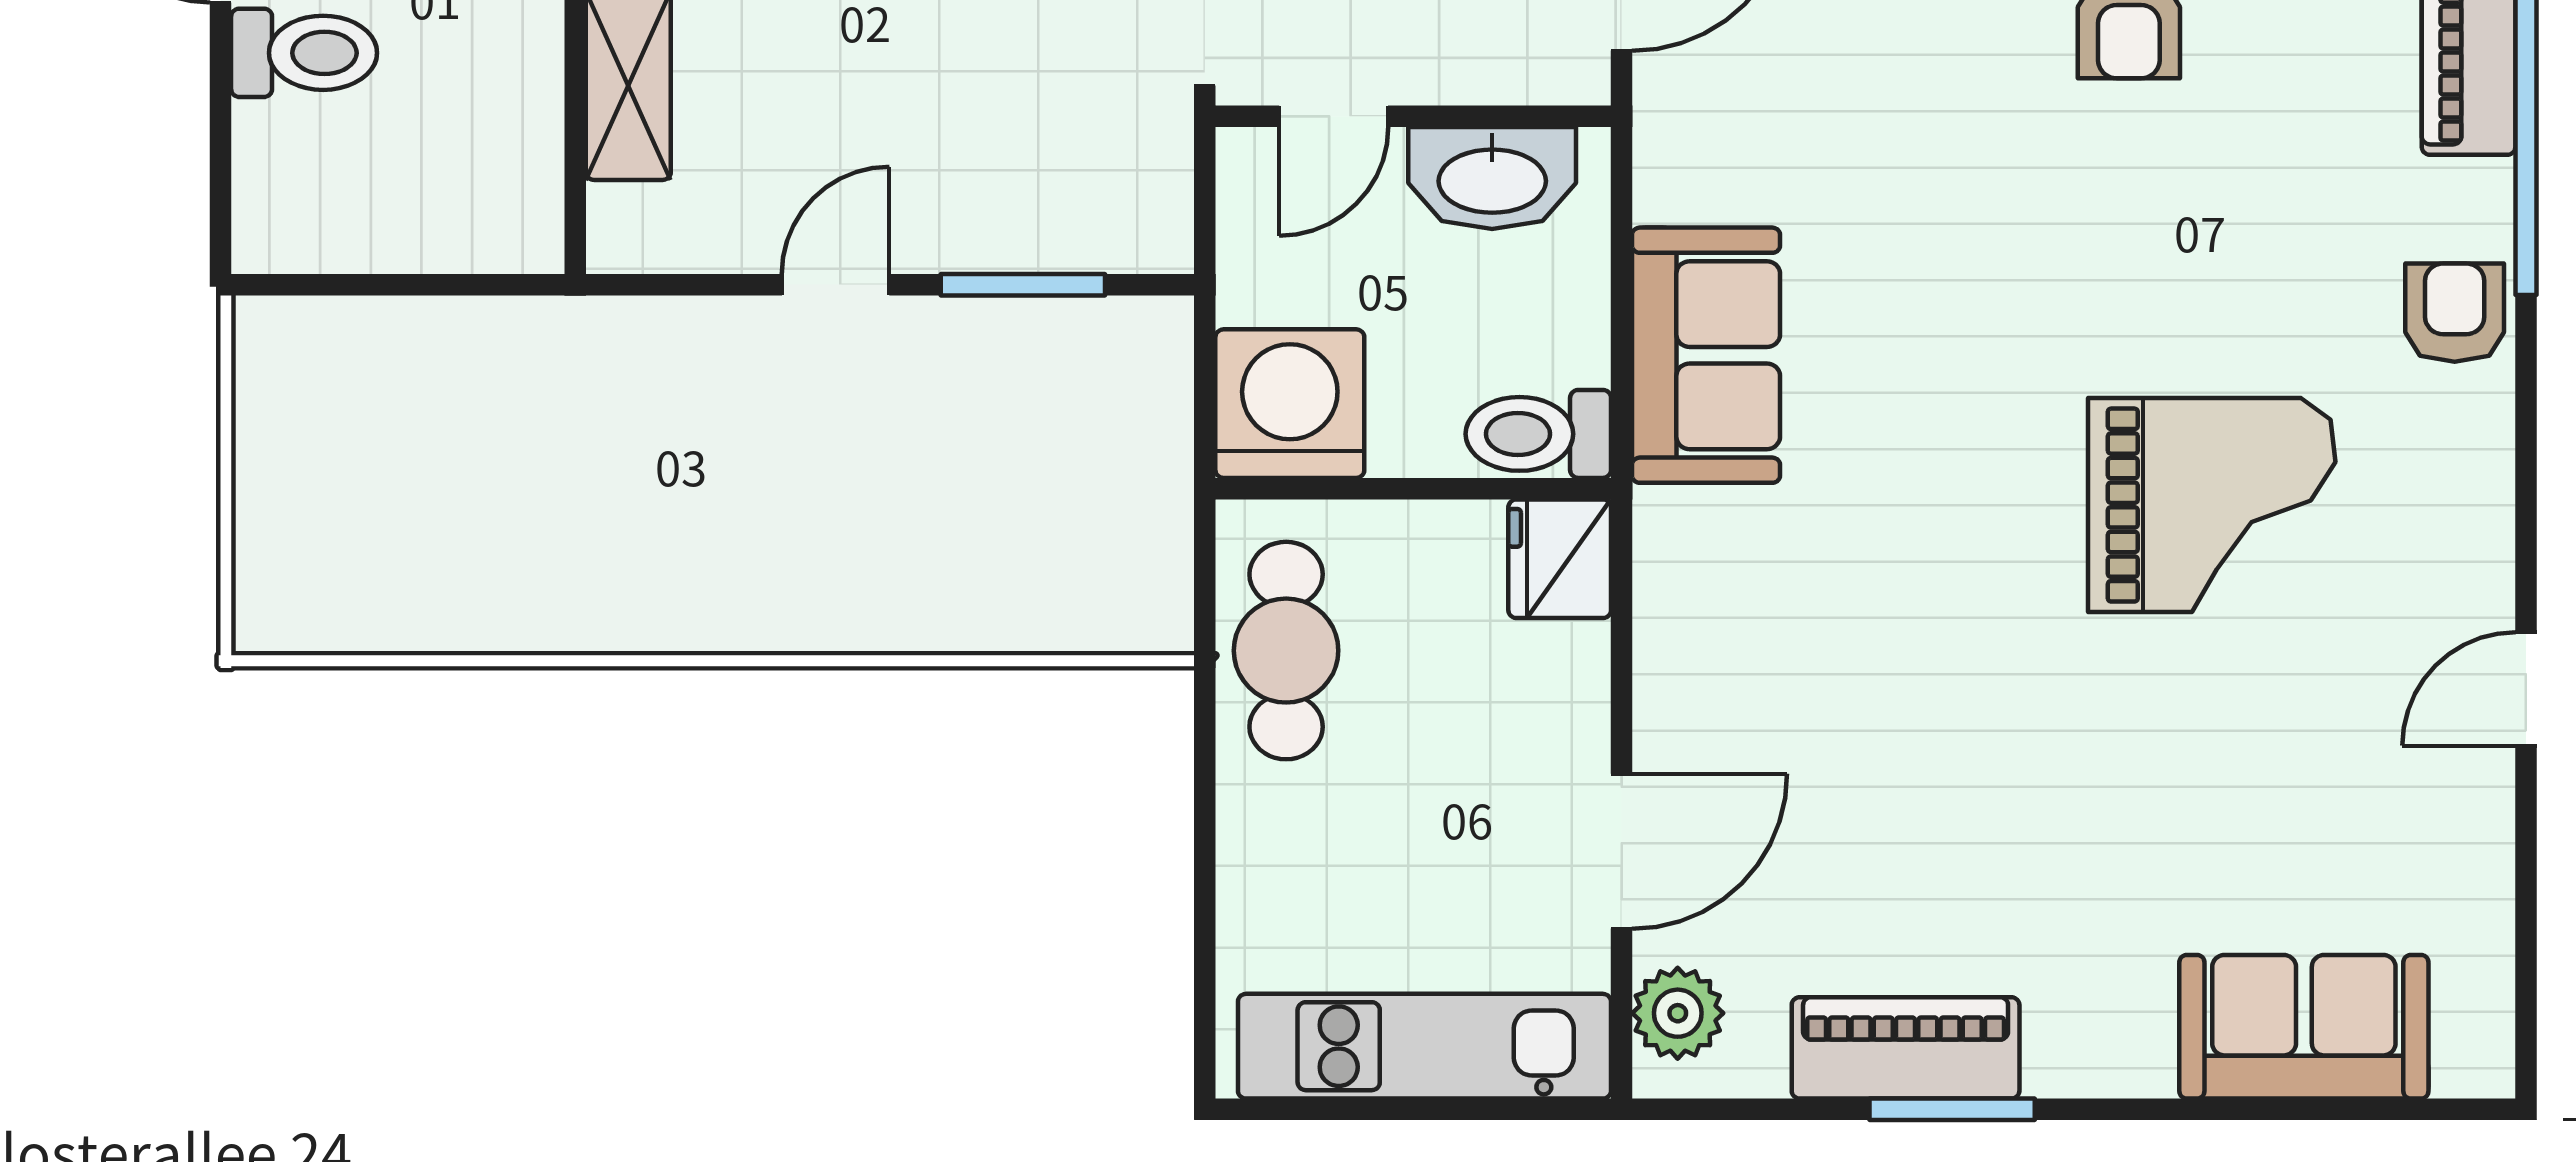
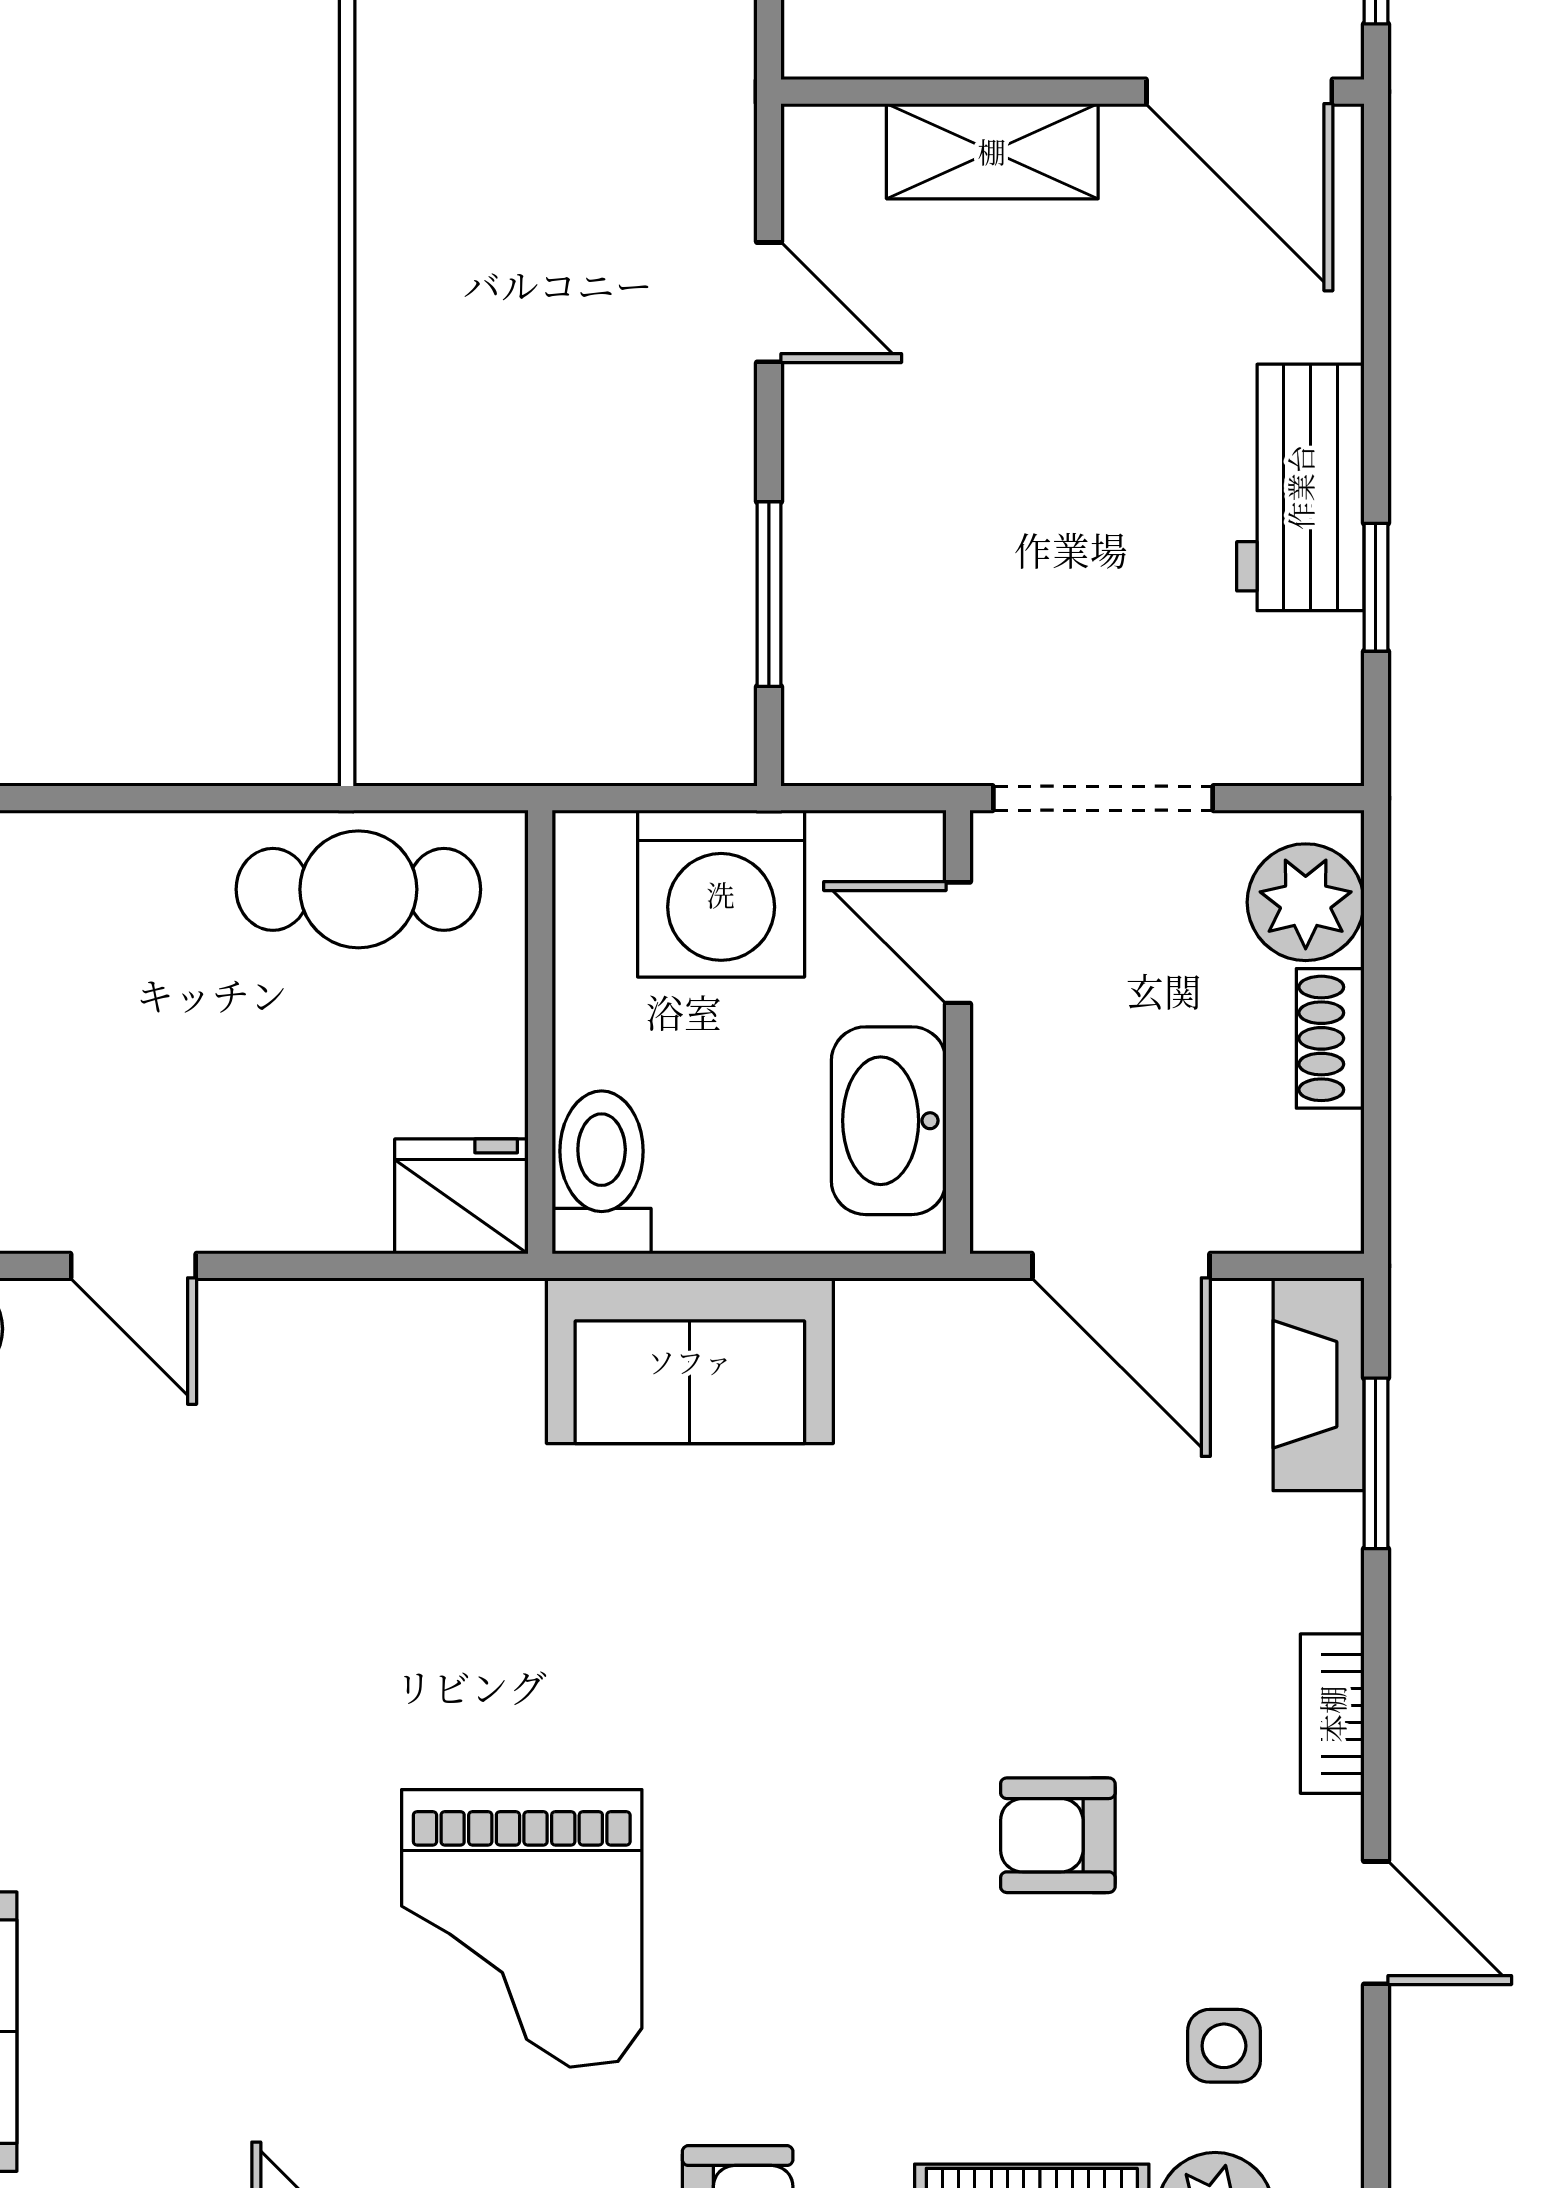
door: (836, 285) -> (769, 302), moved
washing machine: (1290, 404) -> (721, 894), moved, turned 90
door: (1622, 851) -> (133, 1266), width x0.73

